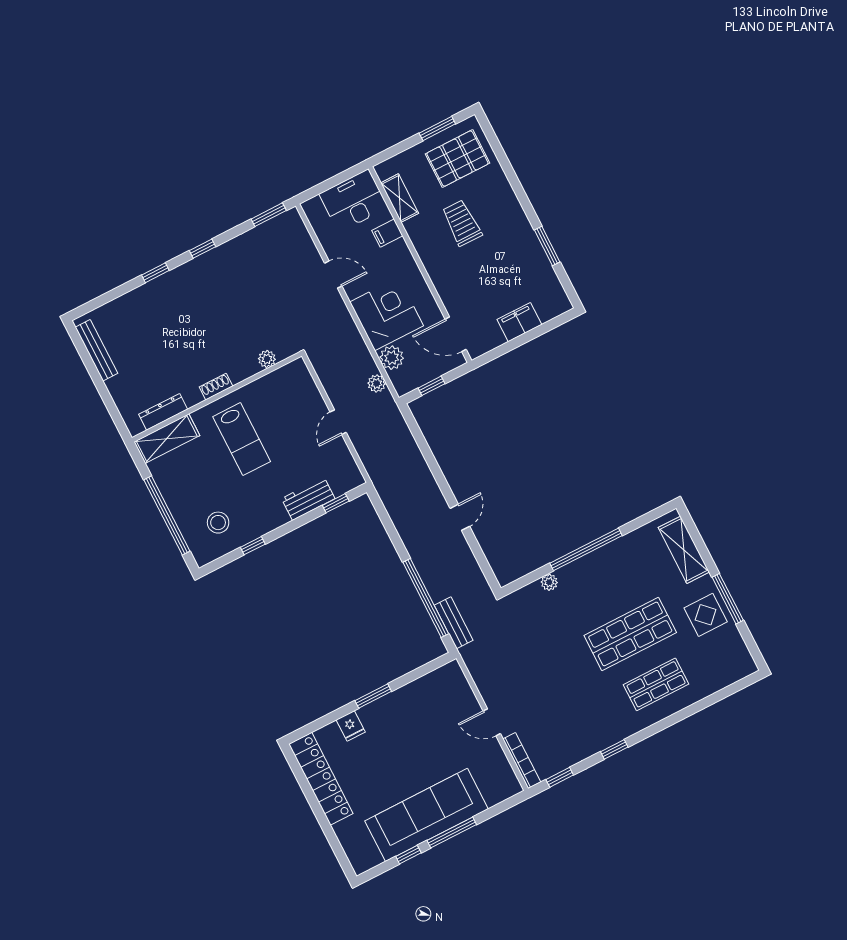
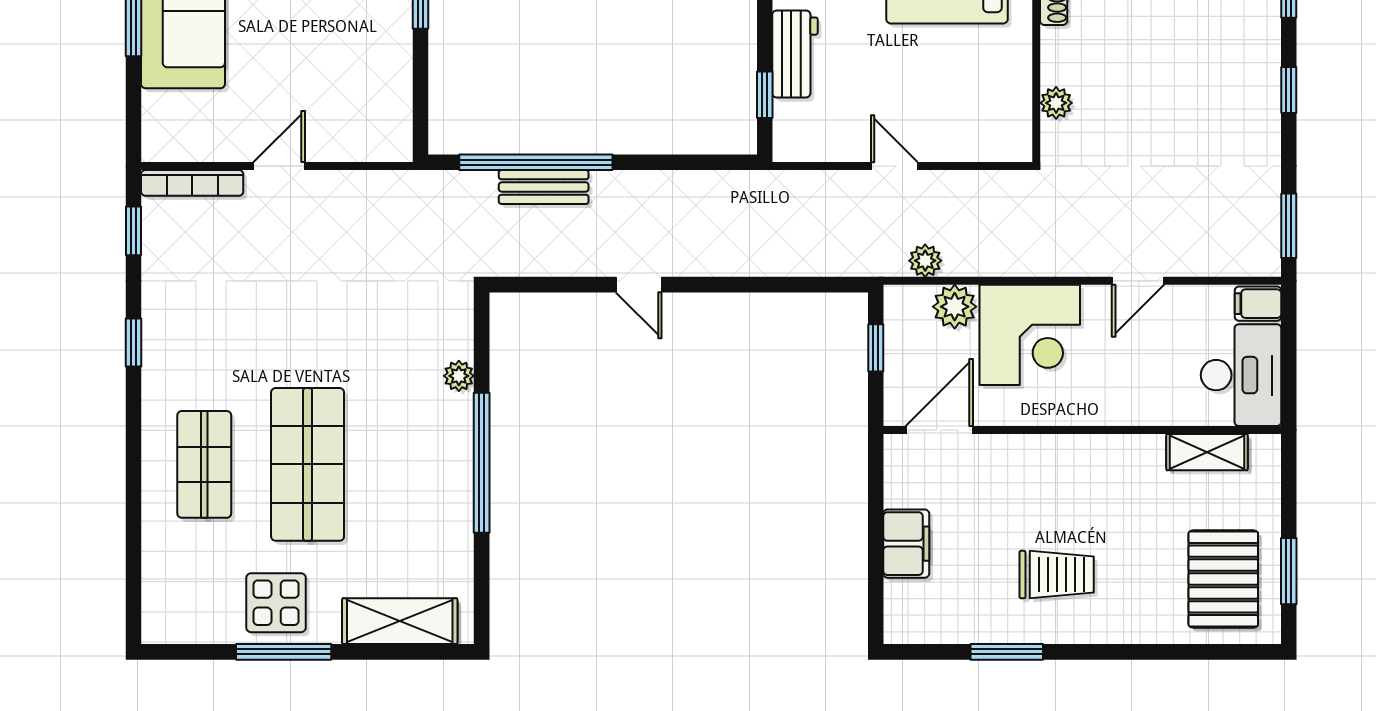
trolley: (462, 223) -> (1057, 575), moved
filing cabinet: (387, 233) -> (1258, 304), moved, turned -90
bench: (454, 623) -> (544, 187), moved

